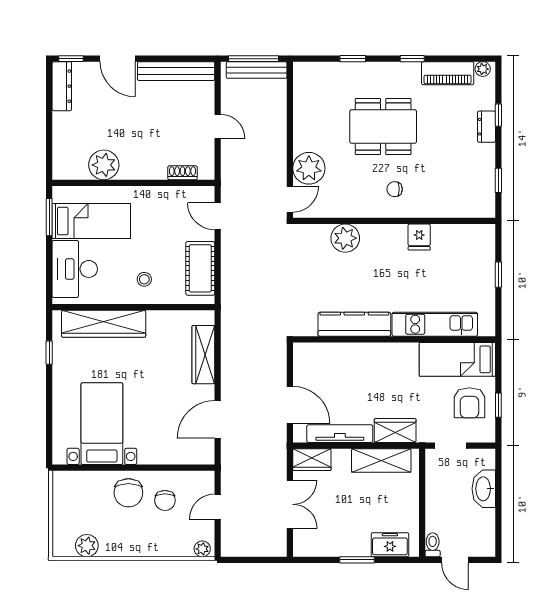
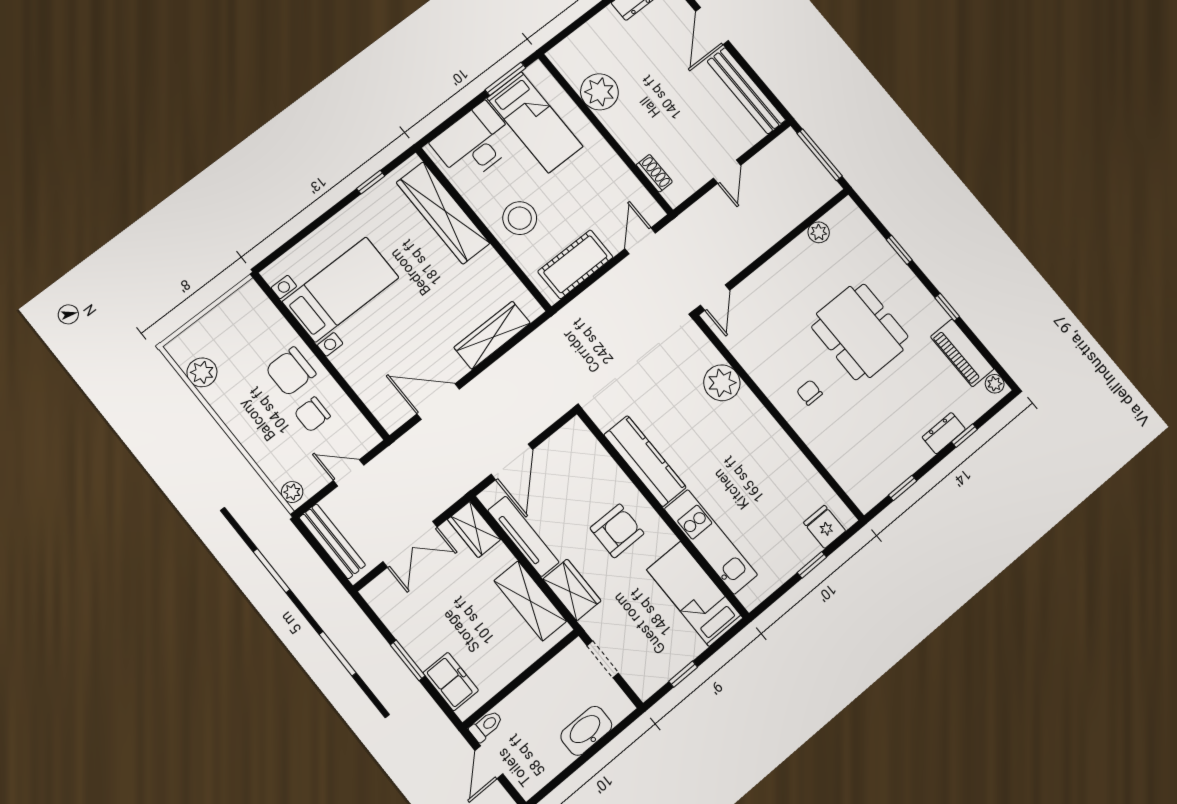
bench: (257, 70) -> (332, 541), moved
plant: (309, 168) -> (819, 232), moved, width x0.53, depth x0.53
door: (290, 199) -> (715, 298), hinge flipped
fridge: (419, 237) -> (825, 527), moved, turned 90
stool: (144, 279) -> (520, 218), width x1.89, depth x1.89
armchair: (469, 403) -> (617, 531), moved, turned 180

